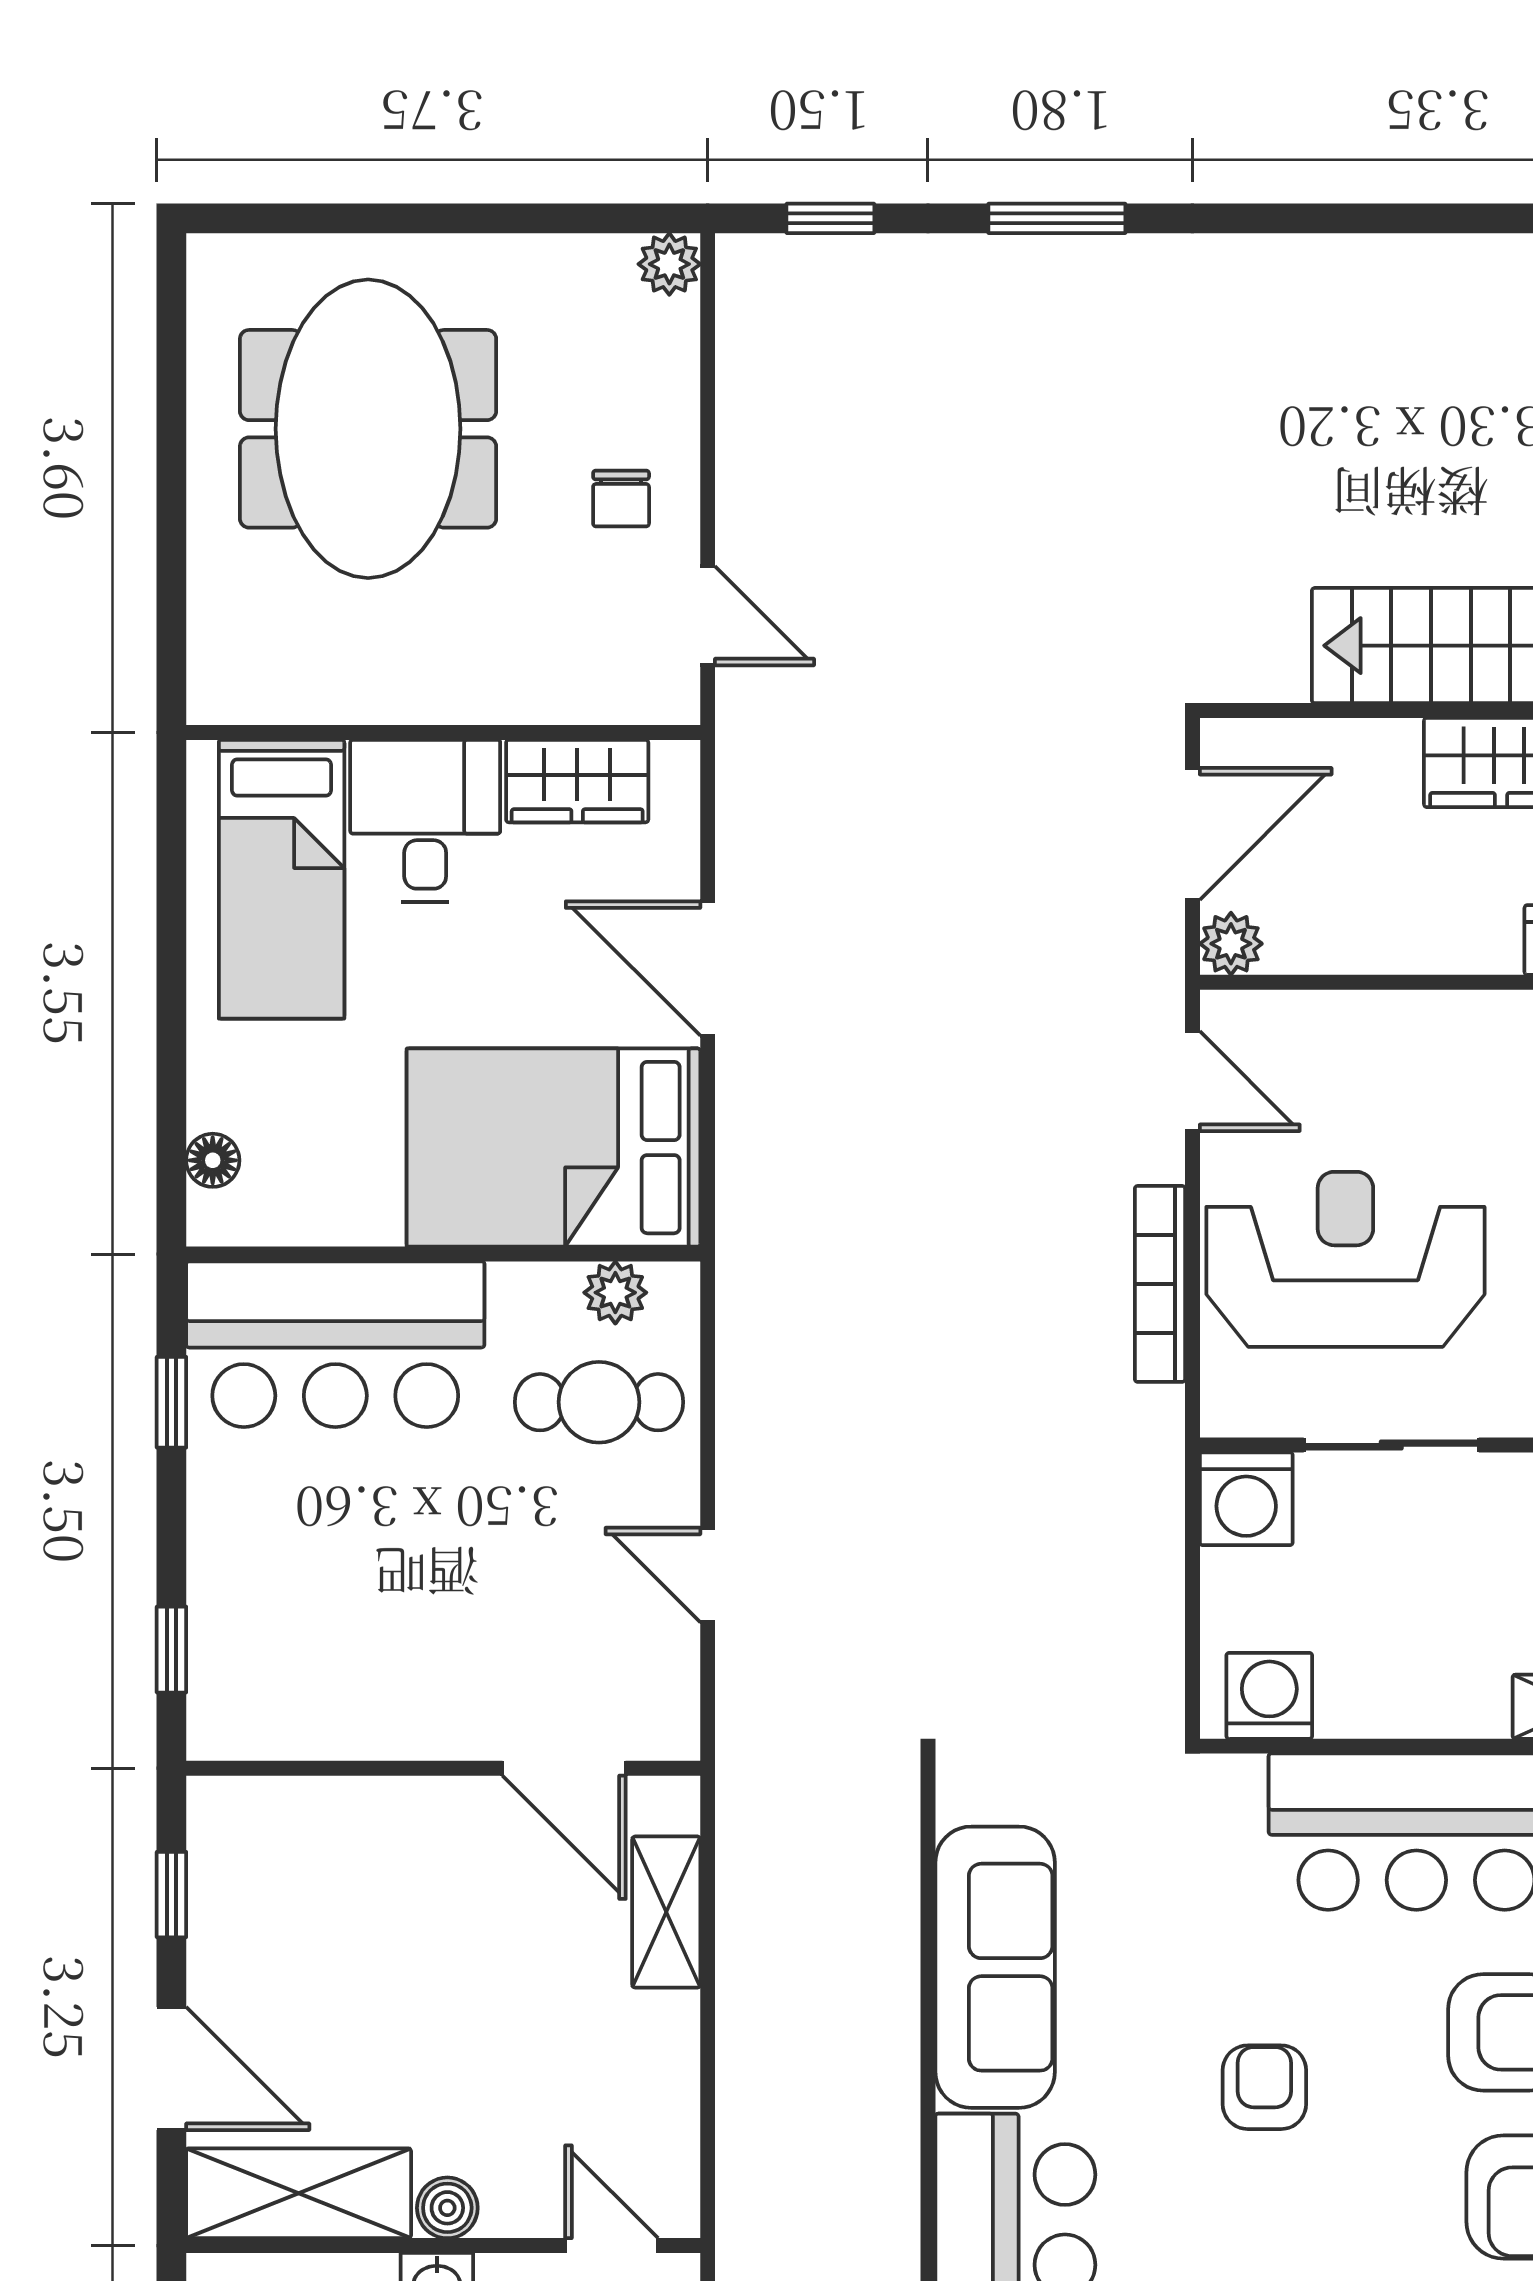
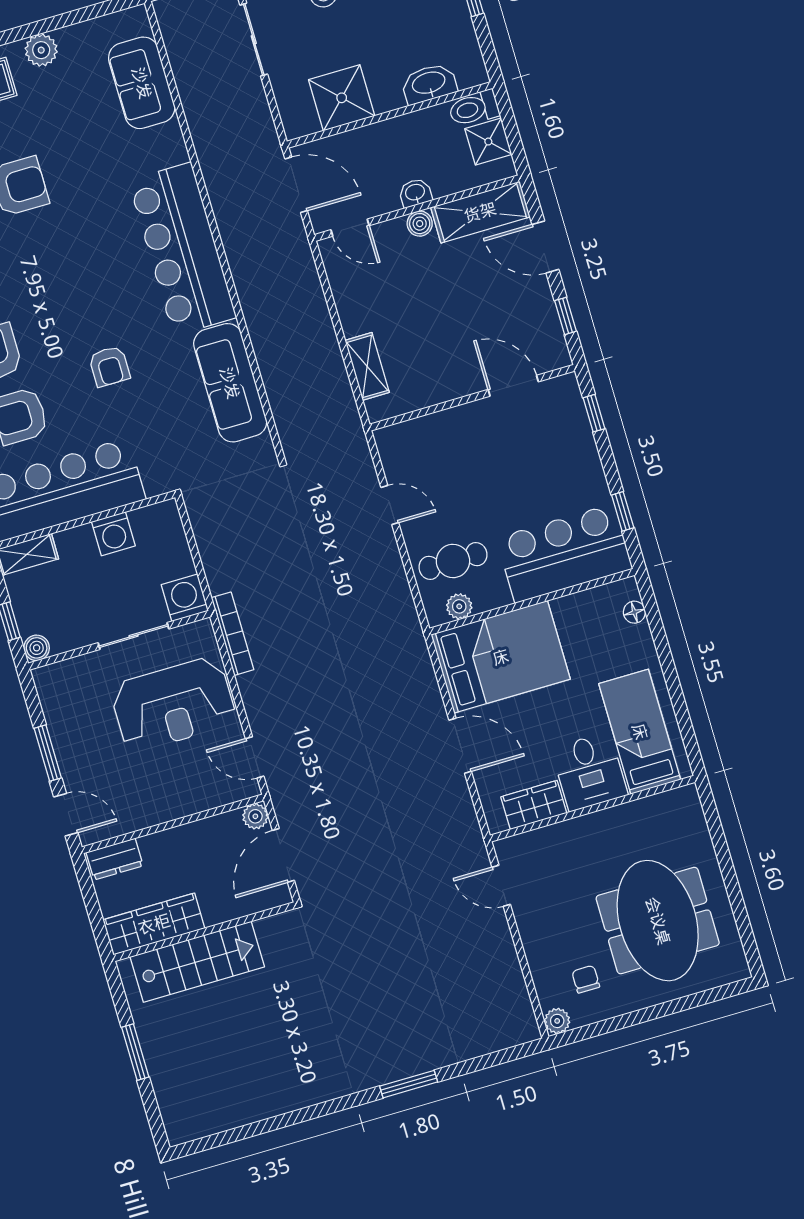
window: (830, 218) -> (499, 1058), removed
chair: (621, 498) -> (586, 979), moved
bookcase: (1160, 1284) -> (233, 634), moved
washing machine: (1269, 1696) -> (113, 534), moved
door: (564, 1768) -> (513, 386), moved

